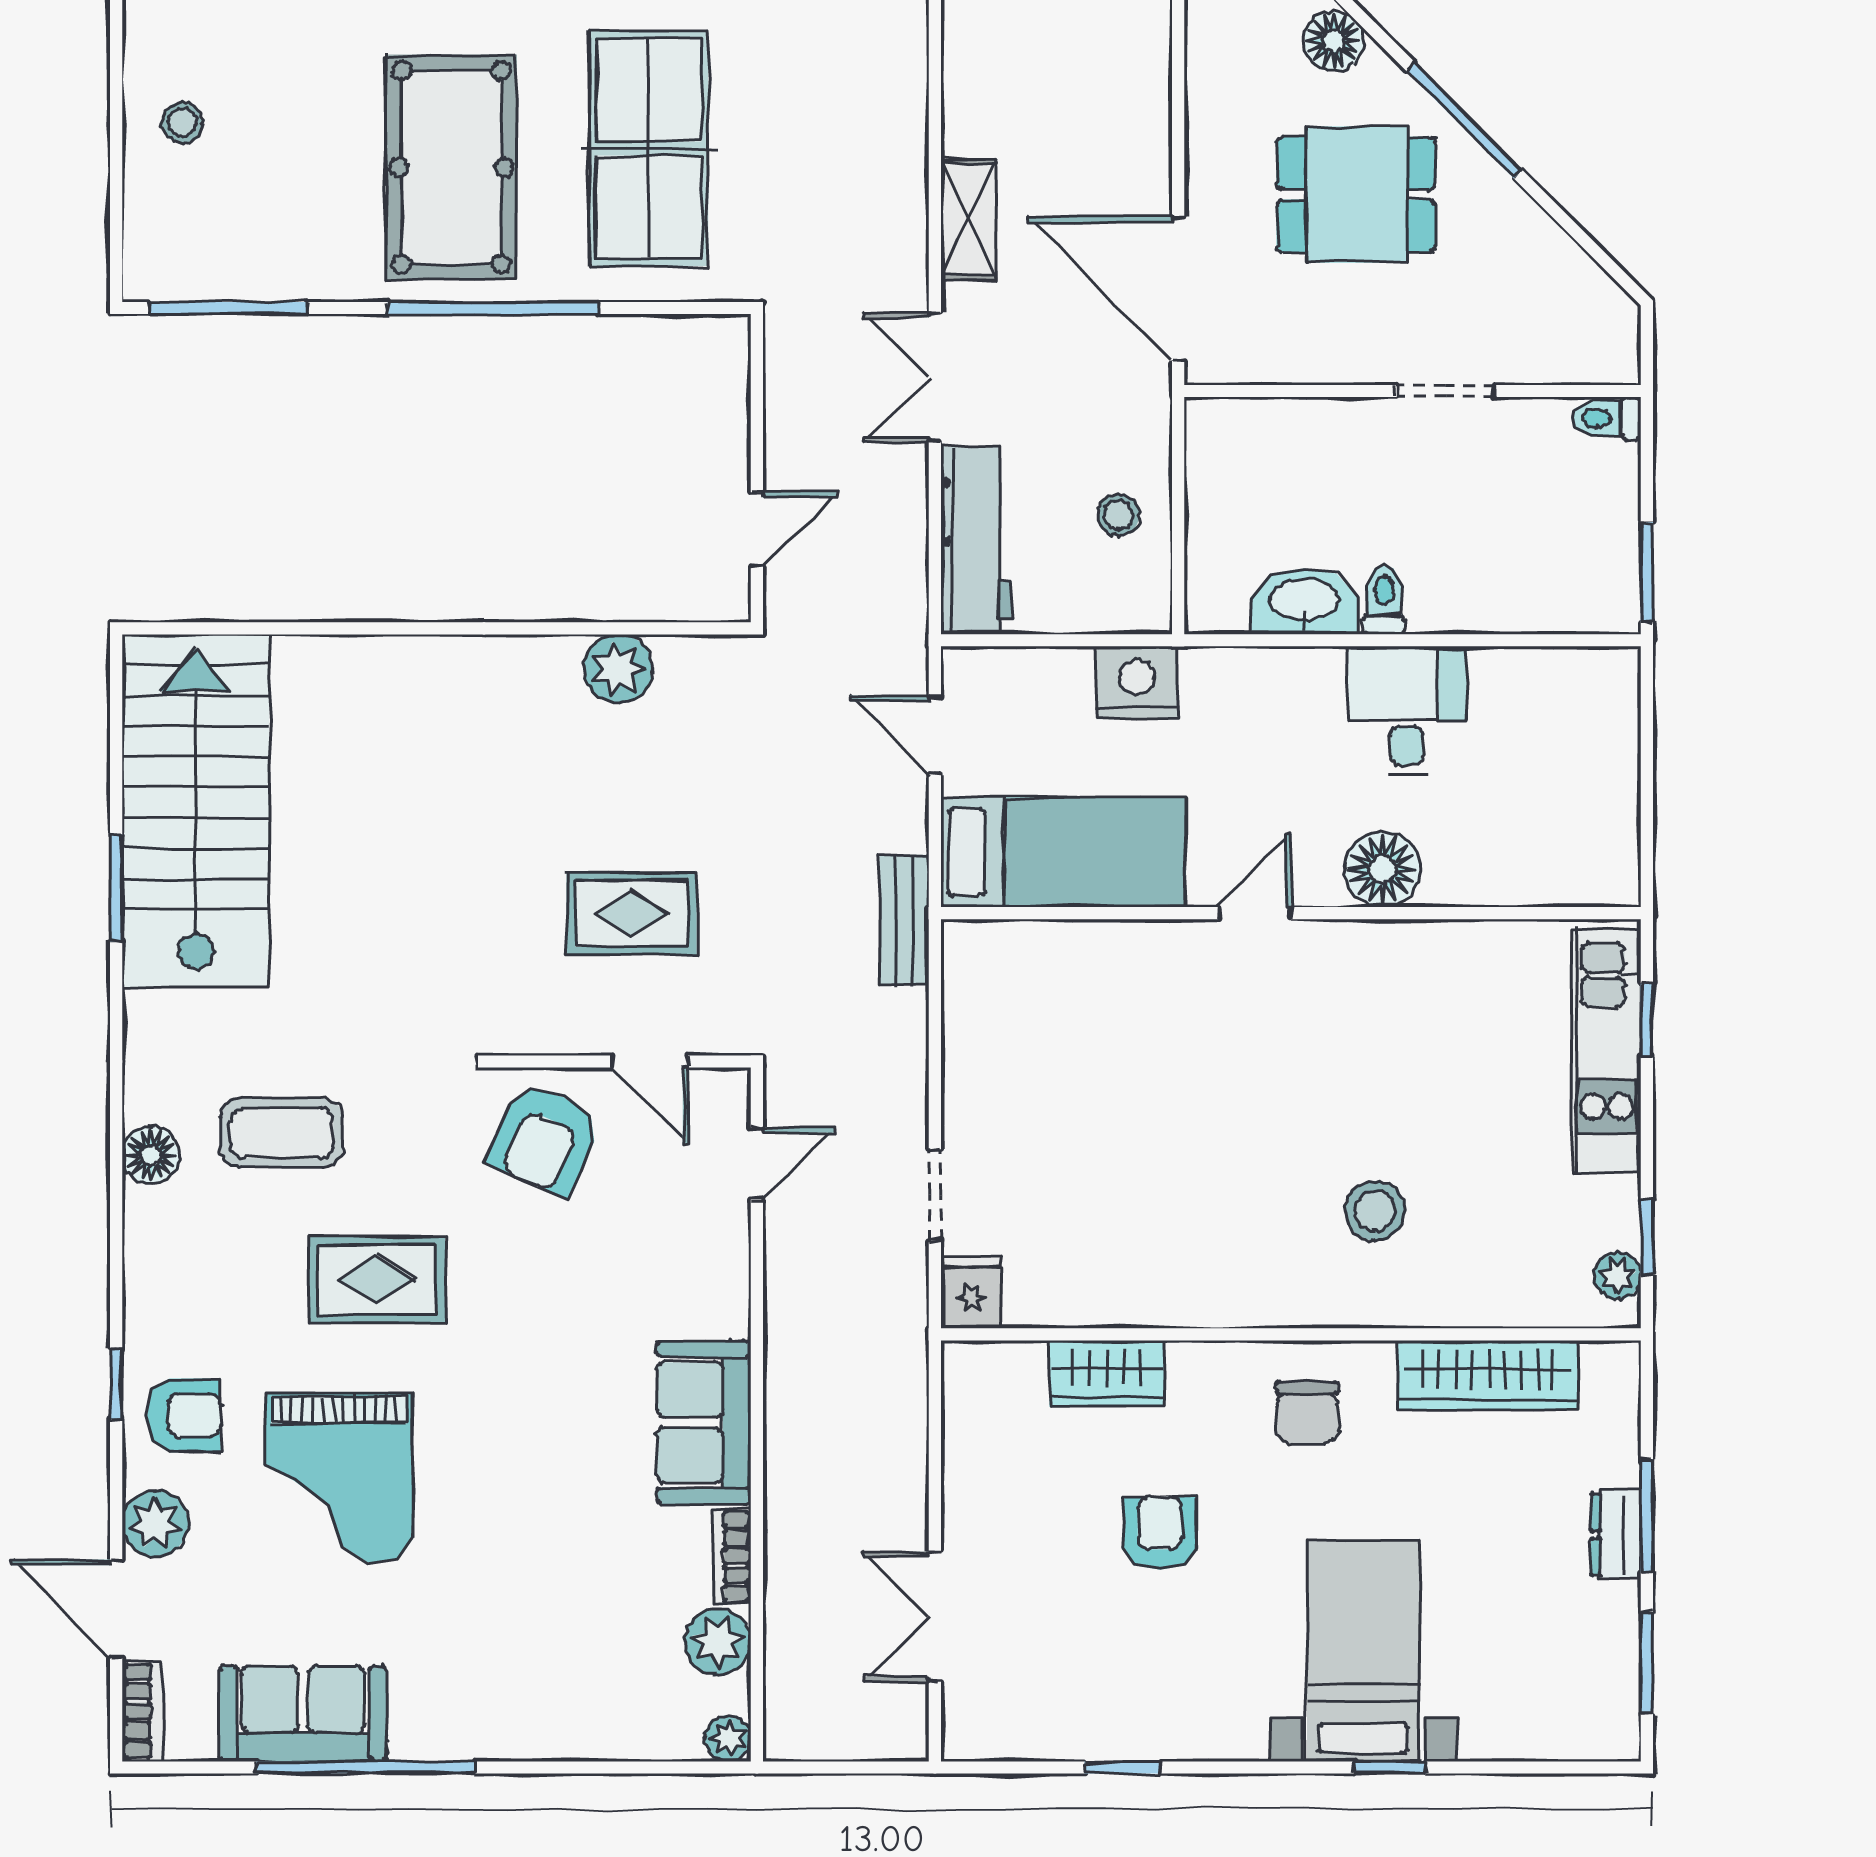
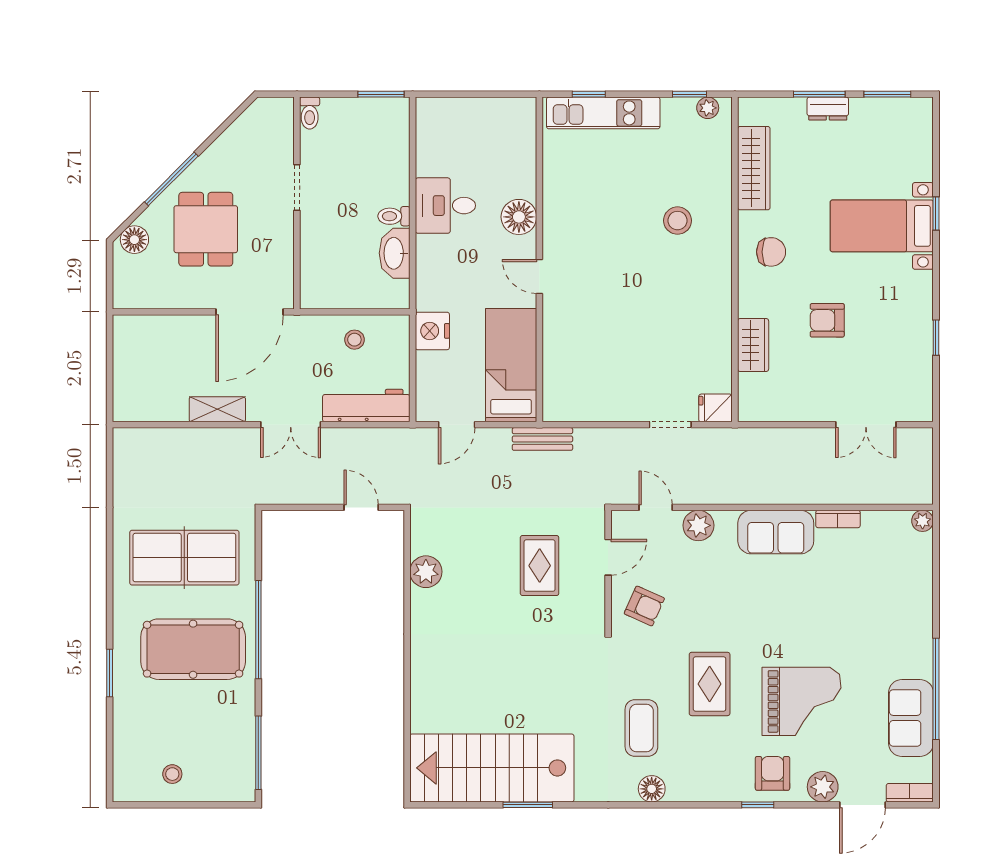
armchair: (545, 1139) -> (644, 606), width x0.72, depth x0.72
plant: (718, 1642) -> (698, 525), moved

